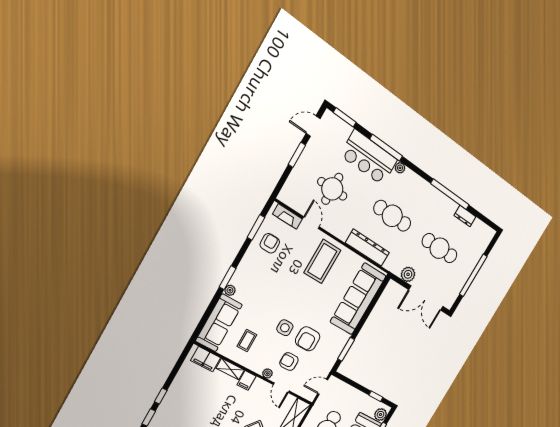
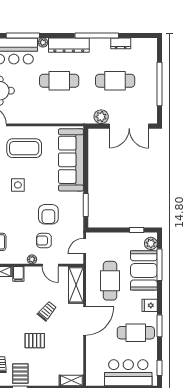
dresser: (367, 248) -> (69, 45), moved, turned 180
coffee table: (322, 261) -> (24, 148), turned 90
side table: (285, 328) -> (18, 185), moved

